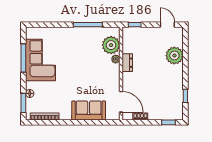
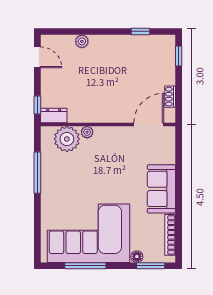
door: (167, 25) -> (37, 57), swing flipped
plant: (174, 56) -> (82, 41), width x0.53, depth x0.53
corner sofa: (41, 60) -> (88, 233), width x1.36, depth x1.36
dresser: (127, 63) -> (54, 116), moved
sofa: (89, 110) -> (161, 189), moved

